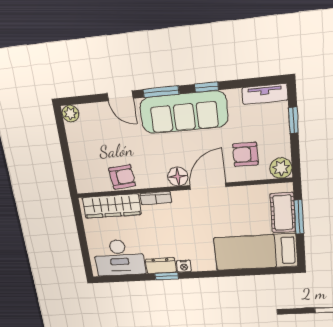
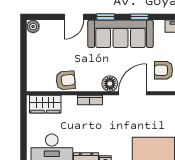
window: (161, 92) -> (105, 17), width x0.67
door: (120, 96) -> (74, 17), hinge flipped
wardrobe: (112, 206) -> (45, 104), width x0.67

